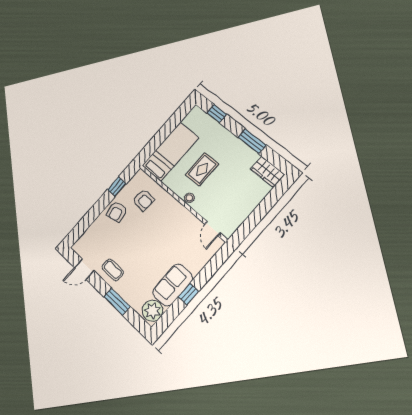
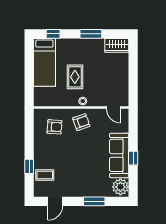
bed: (170, 152) -> (44, 62), moved, turned 180
window: (117, 187) -> (29, 166), moved
armchair: (117, 212) -> (81, 122), moved, turned -98
coffee table: (113, 270) -> (45, 175), moved
sofa: (173, 285) -> (119, 155), width x1.36

